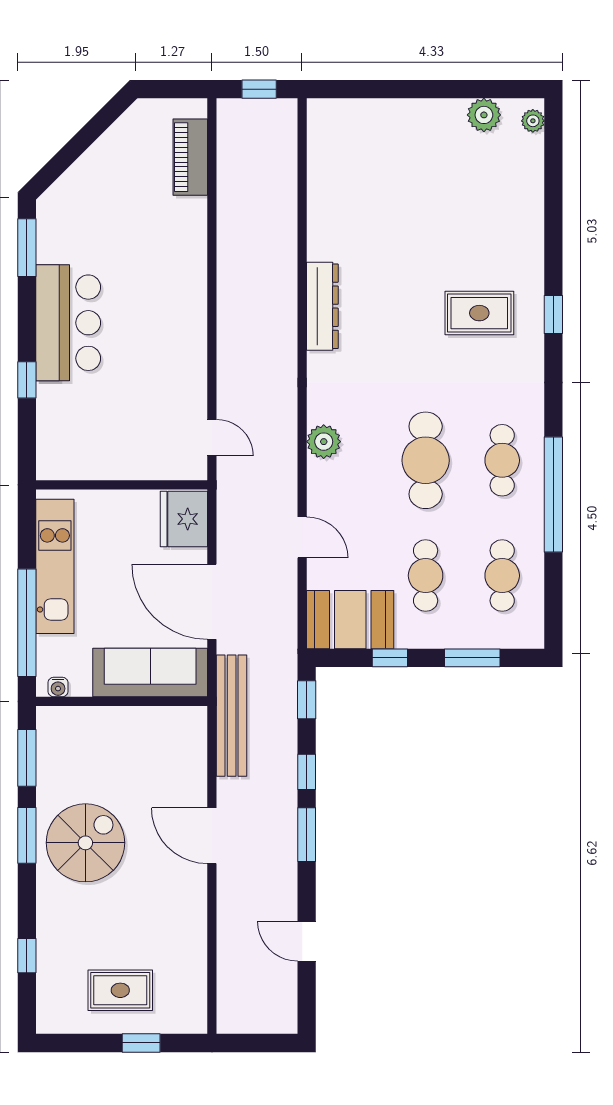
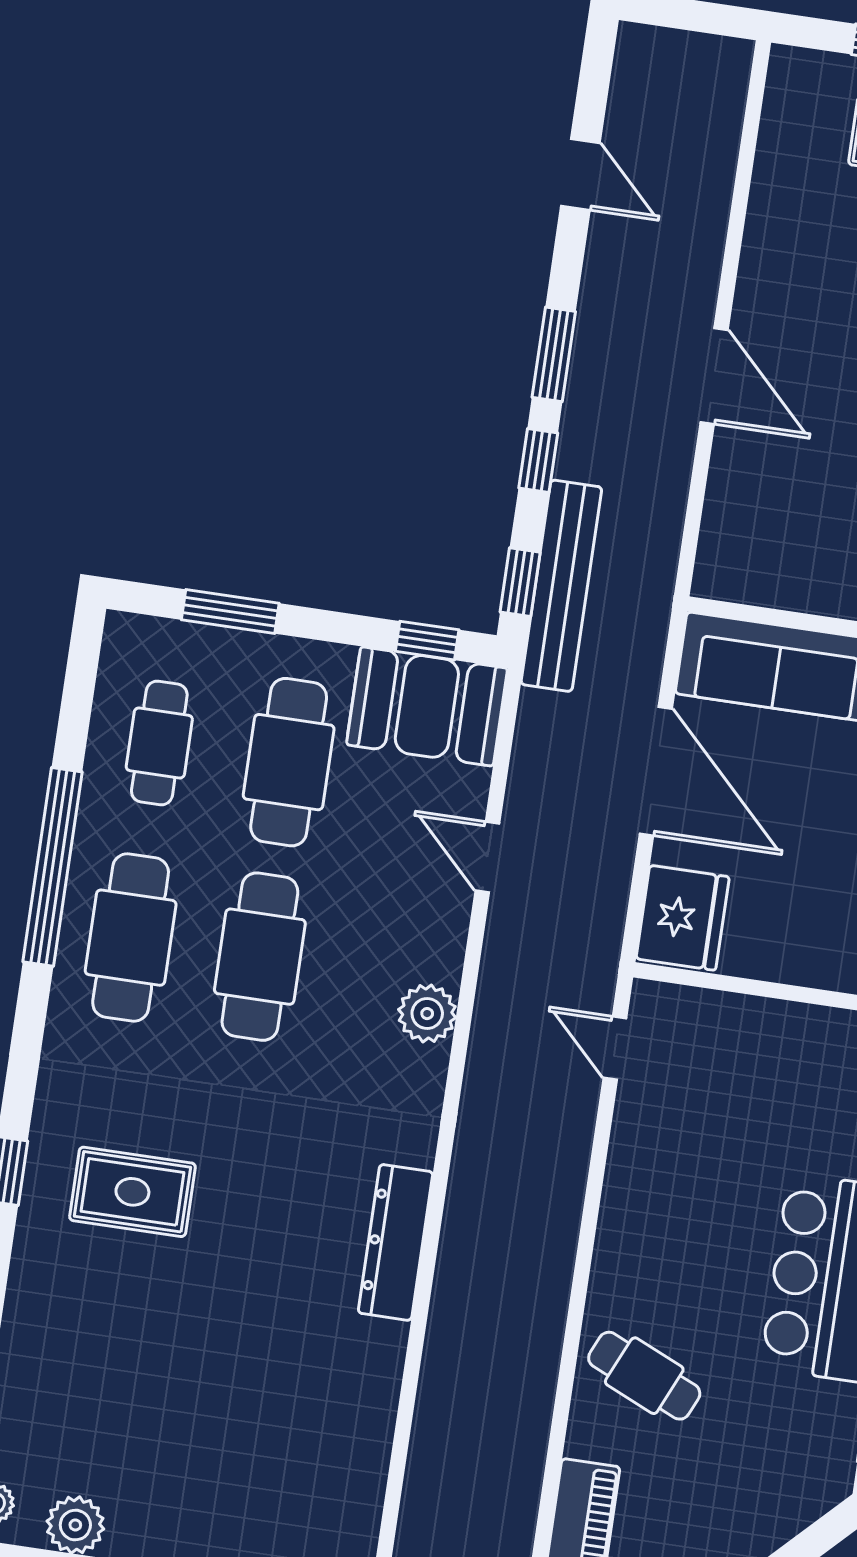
cafe table: (167, 250) -> (644, 1376), added
cafe table: (502, 460) -> (131, 938), width x1.37, depth x1.35
cafe table: (426, 576) -> (289, 762), width x1.37, depth x1.35
window: (390, 658) -> (427, 641), moved
bench: (232, 716) -> (561, 586), moved

